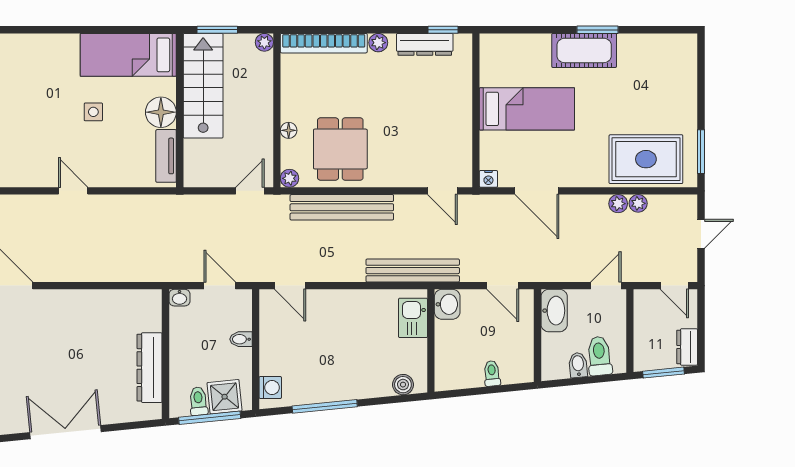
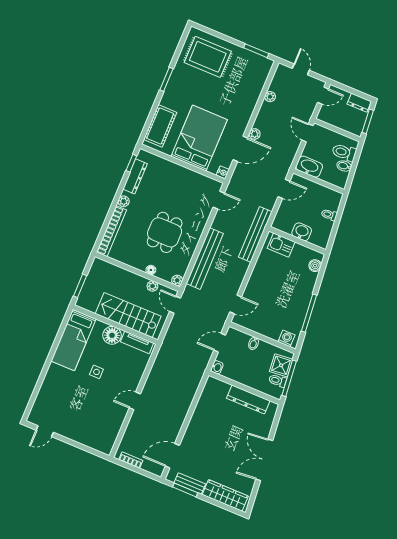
plant: (264, 42) -> (152, 286), moved
cot: (584, 50) -> (160, 126), moved
stairs: (203, 86) -> (128, 315), moved
bed: (527, 109) -> (199, 138), width x1.50
dining table: (340, 149) -> (165, 232), moved, turned 90
rug: (646, 159) -> (208, 57), moved, turned 90
plant: (618, 204) -> (255, 134), moved
washbasin: (447, 304) -> (302, 232), moved

